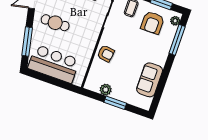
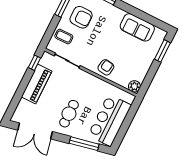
plant: (106, 90) -> (134, 86), moved
window: (115, 103) -> (162, 51), moved

